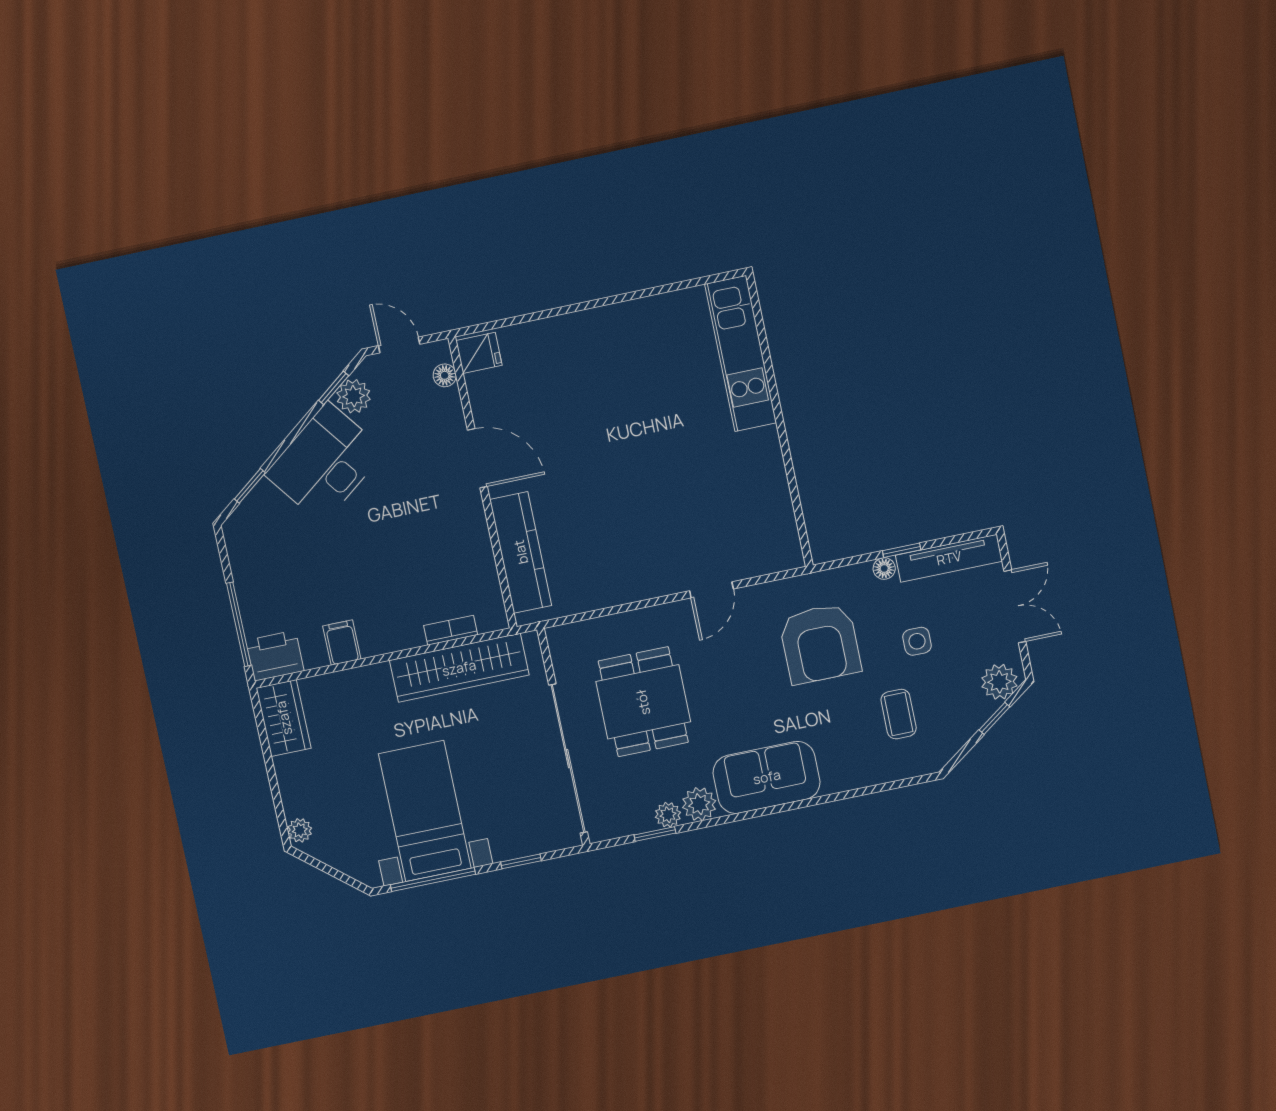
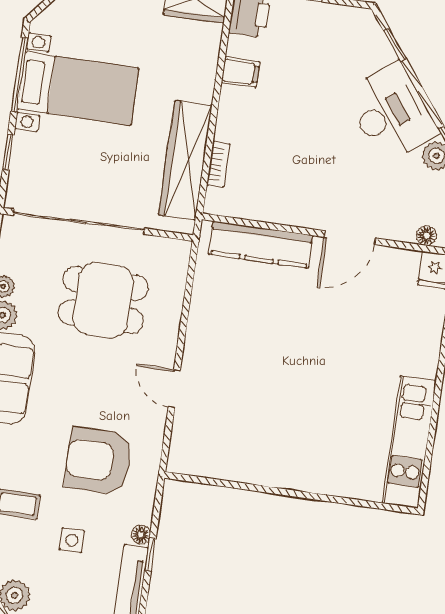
kitchen unit: (741, 354) -> (409, 442), moved, turned -90

